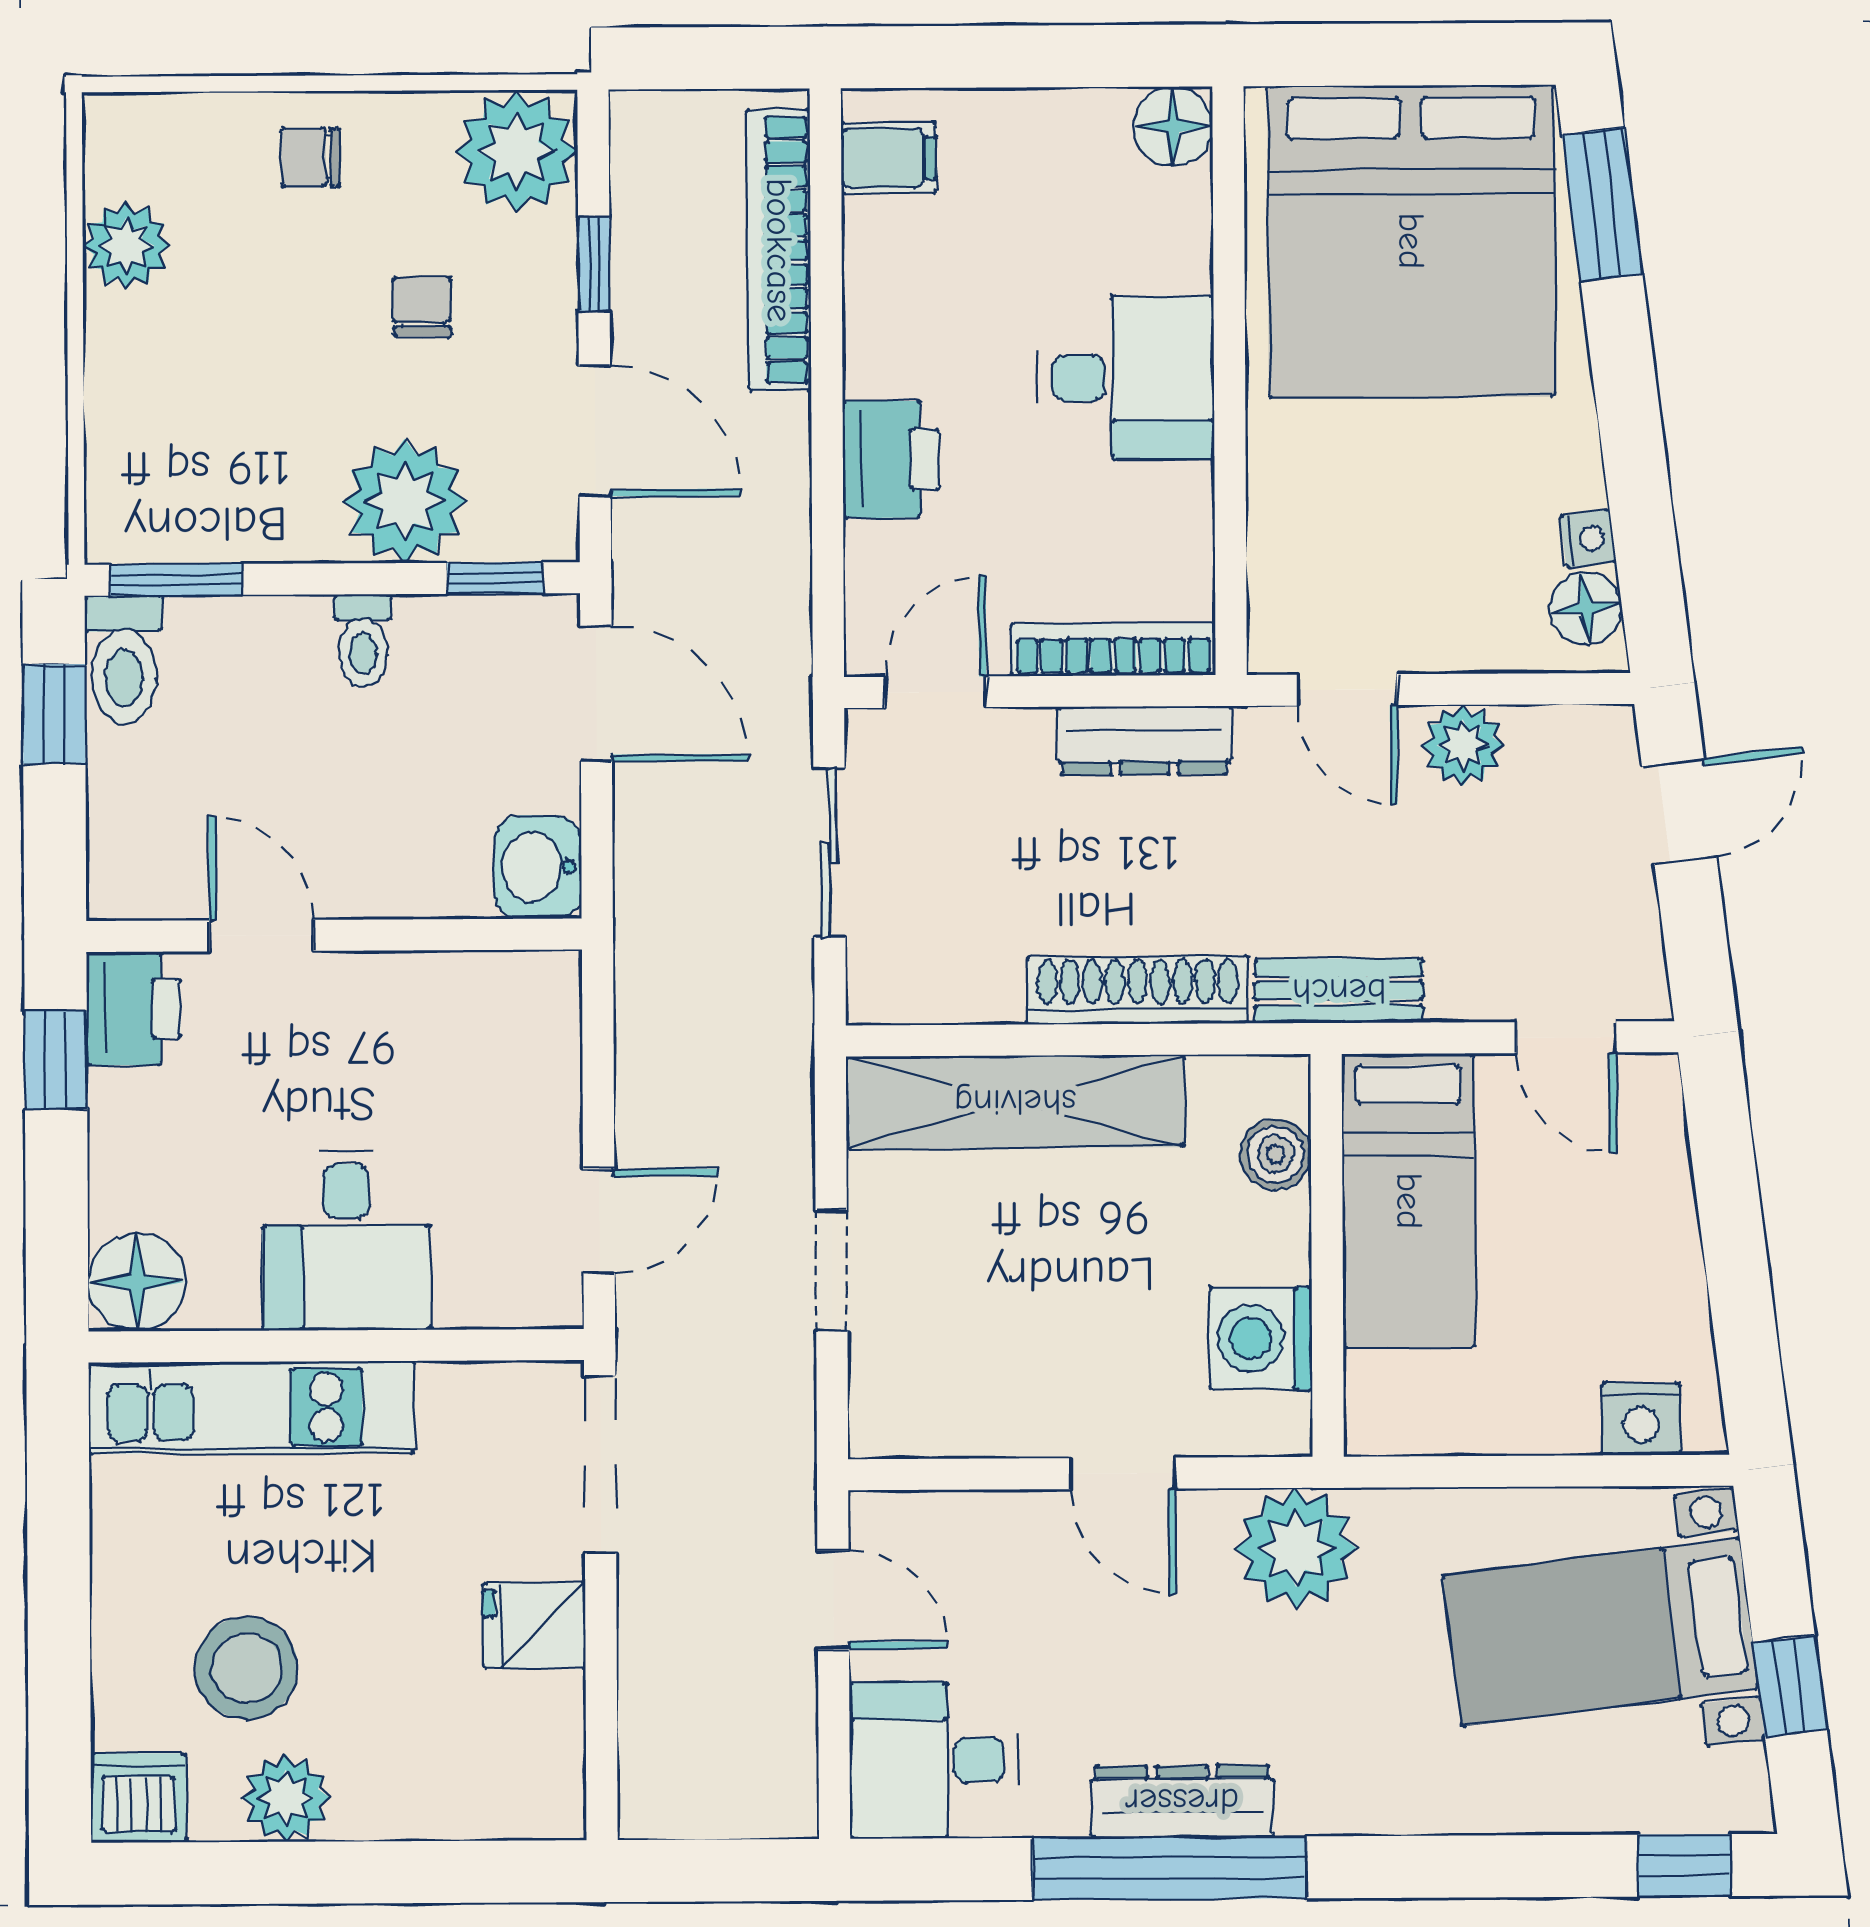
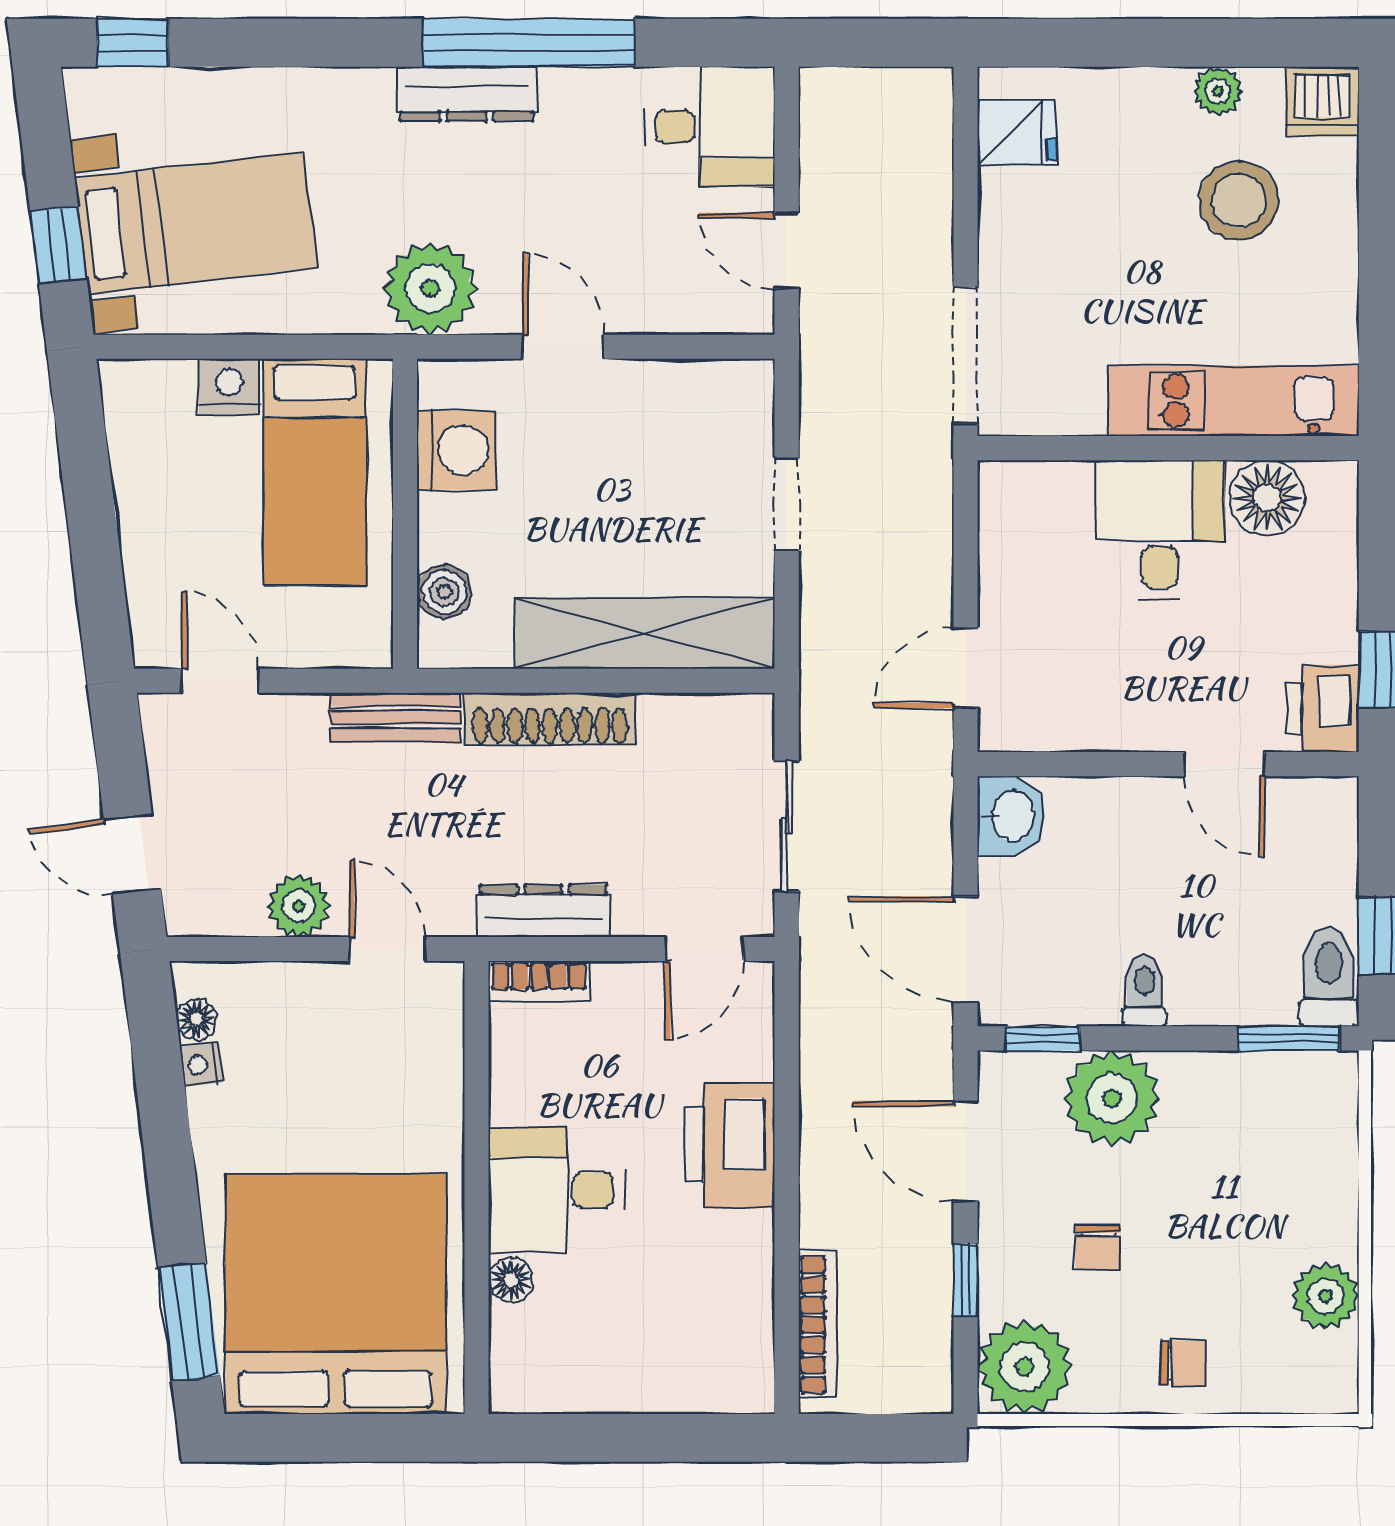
floor lamp: (1173, 126) -> (511, 1280), moved, width x0.73, depth x0.73
filing cabinet: (889, 158) -> (738, 1360), removed
bookcase: (779, 250) -> (817, 1325), width x0.68, depth x0.76
printer: (891, 459) -> (730, 1145), width x1.37, depth x1.19
floor lamp: (1586, 608) -> (197, 1019), width x0.73, depth x0.73
bookcase: (1113, 649) -> (539, 981), width x0.64
door: (1679, 811) -> (132, 854), hinge flipped
bed: (1409, 1201) -> (315, 472), moved, turned 180
door: (599, 1221) -> (965, 668), moved
floor lamp: (137, 1282) -> (1267, 498), moved
nightstand: (1641, 1419) -> (229, 387), moved
fridge: (534, 1626) -> (1017, 133), moved
window: (1790, 1686) -> (58, 245), moved
plant: (286, 1798) -> (1218, 91), width x0.73, depth x0.73
dresser: (1182, 1801) -> (467, 94), moved

